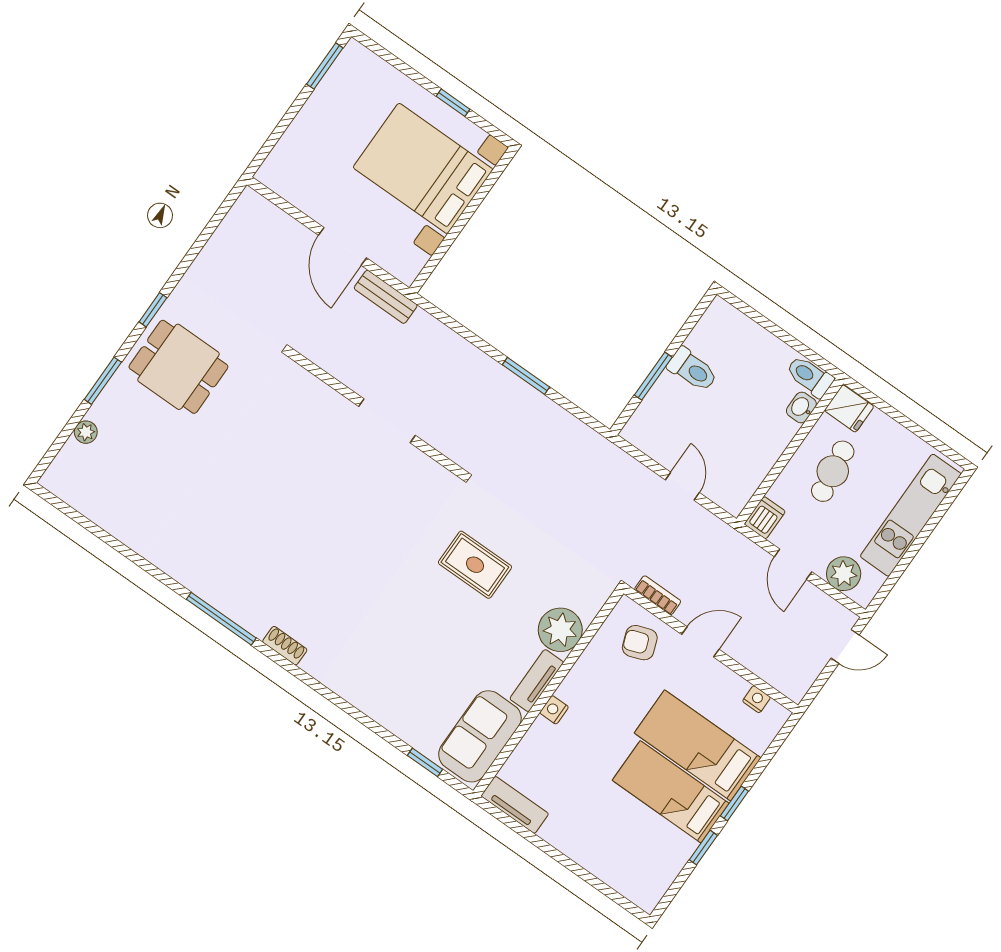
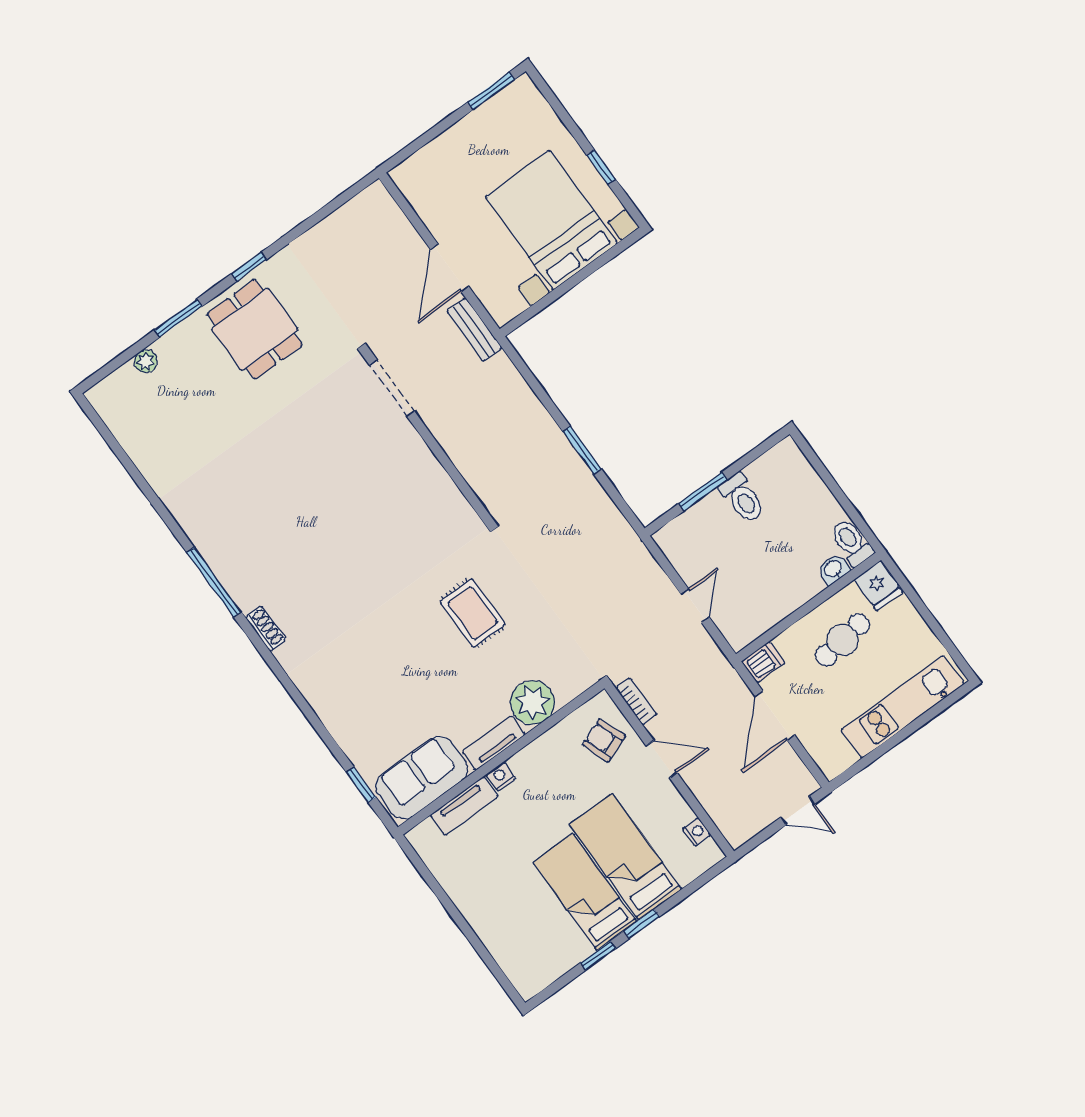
doorway: (387, 421) -> (392, 388), moved
door: (793, 564) -> (775, 715), width x1.38
plant: (844, 574) -> (820, 741), removed
tv unit: (515, 805) -> (464, 806), moved, turned 90

